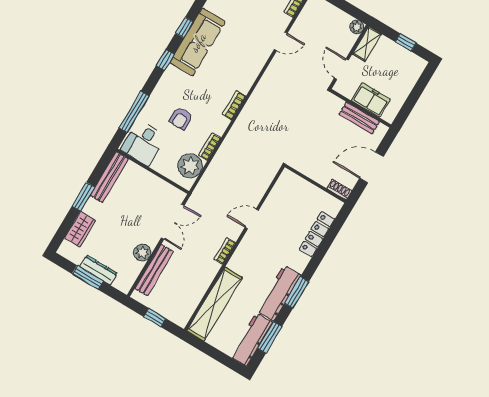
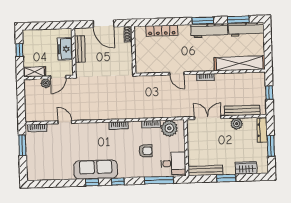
plant: (357, 27) -> (46, 83), moved
dresser: (99, 270) -> (262, 130), moved

